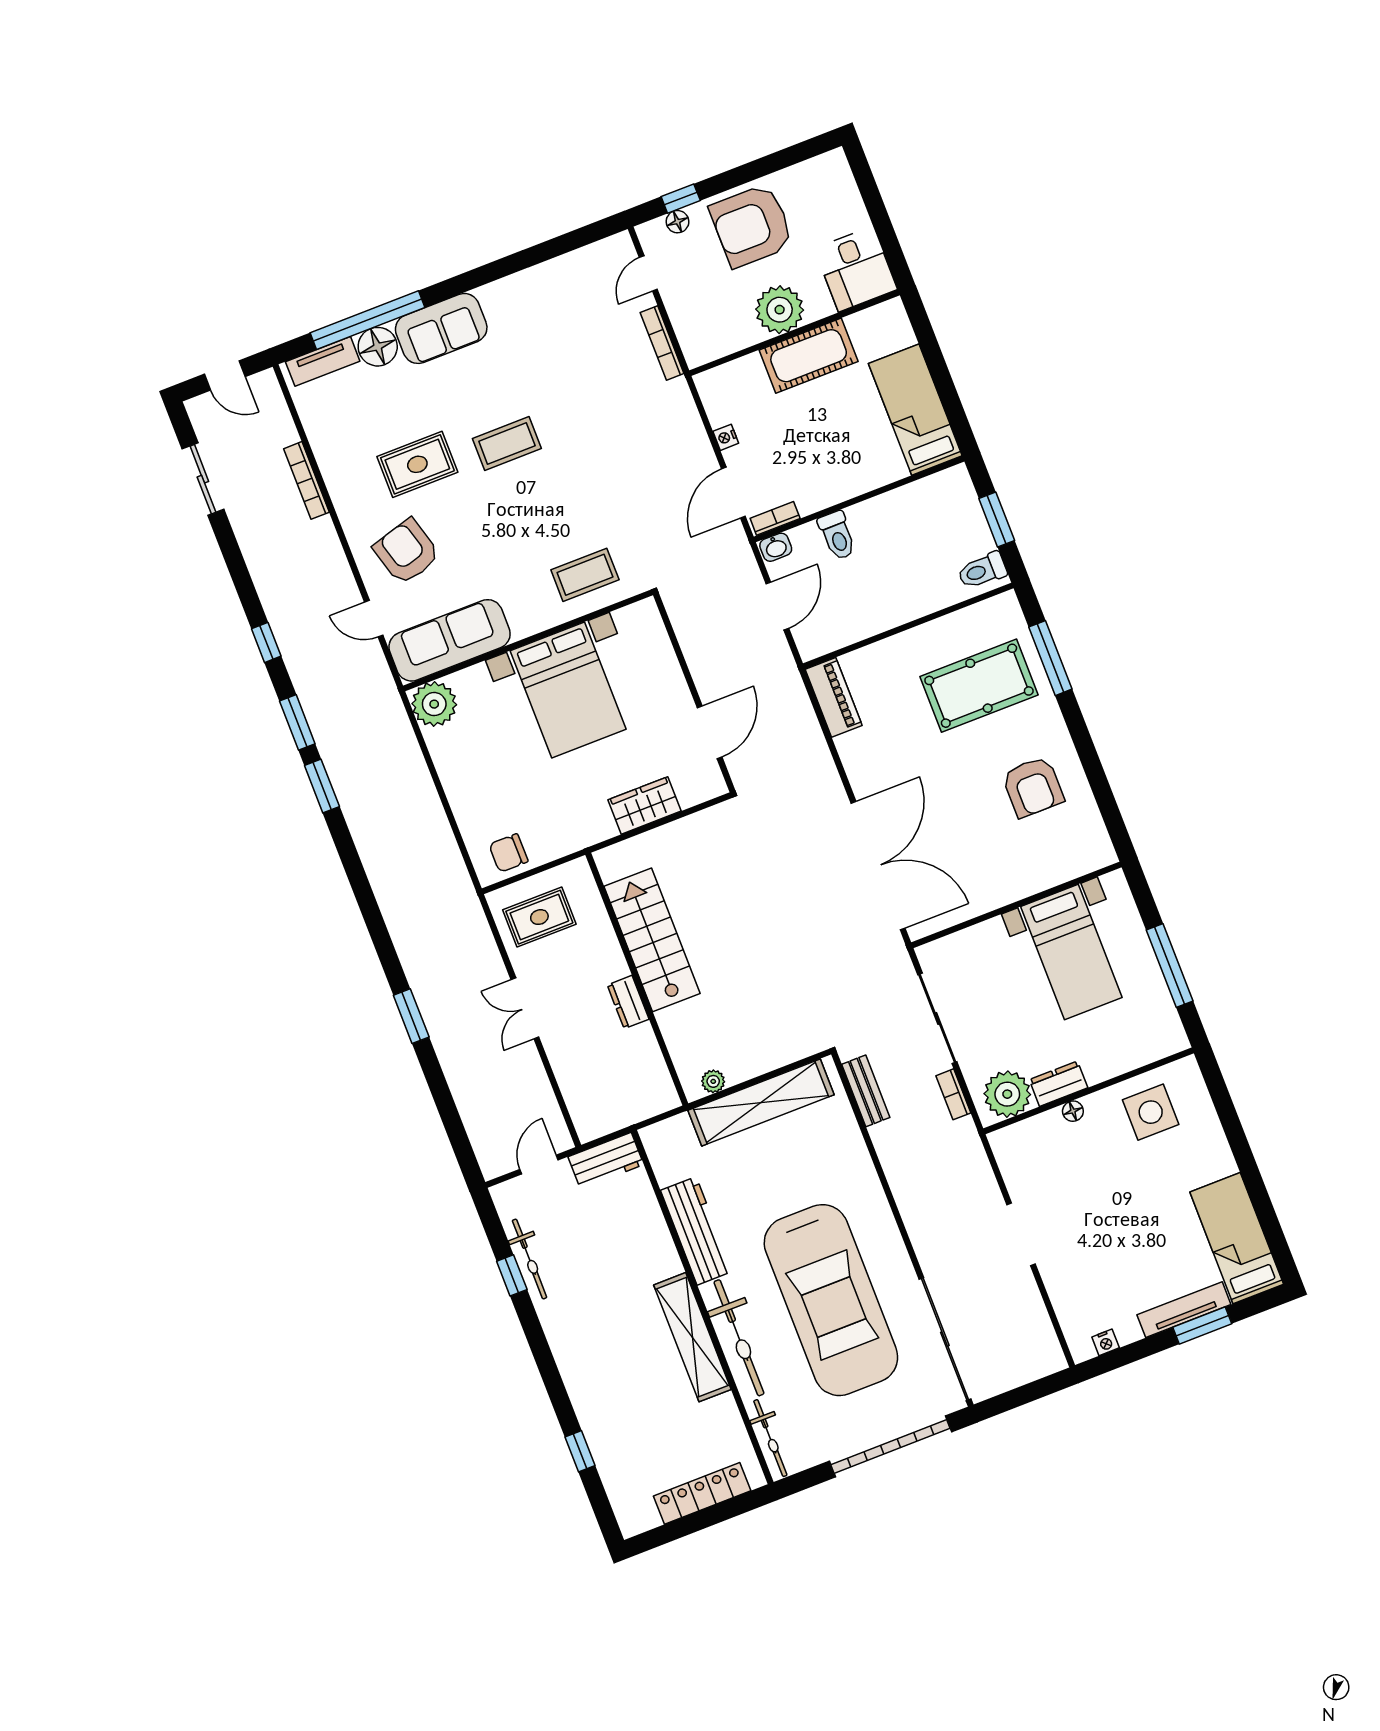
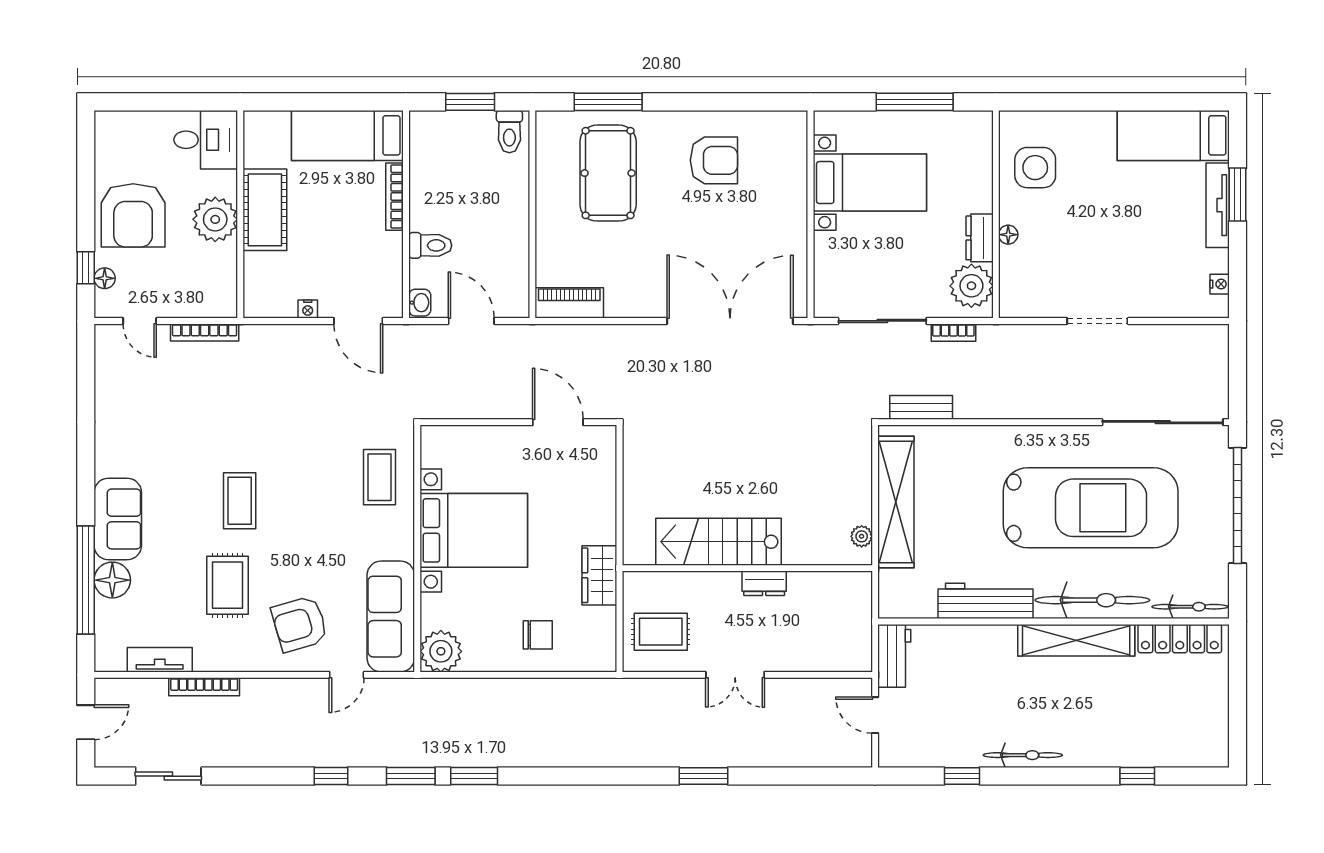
tv unit: (323, 361) -> (160, 660), moved, turned -90
bookcase: (775, 518) -> (395, 197), moved, width x1.56
wardrobe: (644, 805) -> (599, 575), moved
chair: (509, 853) -> (538, 635), moved, turned -90
rug: (539, 917) -> (661, 632), turned 90
bicycle: (530, 1259) -> (1023, 755), moved
locker: (702, 1493) -> (1180, 639), moved, turned -90

